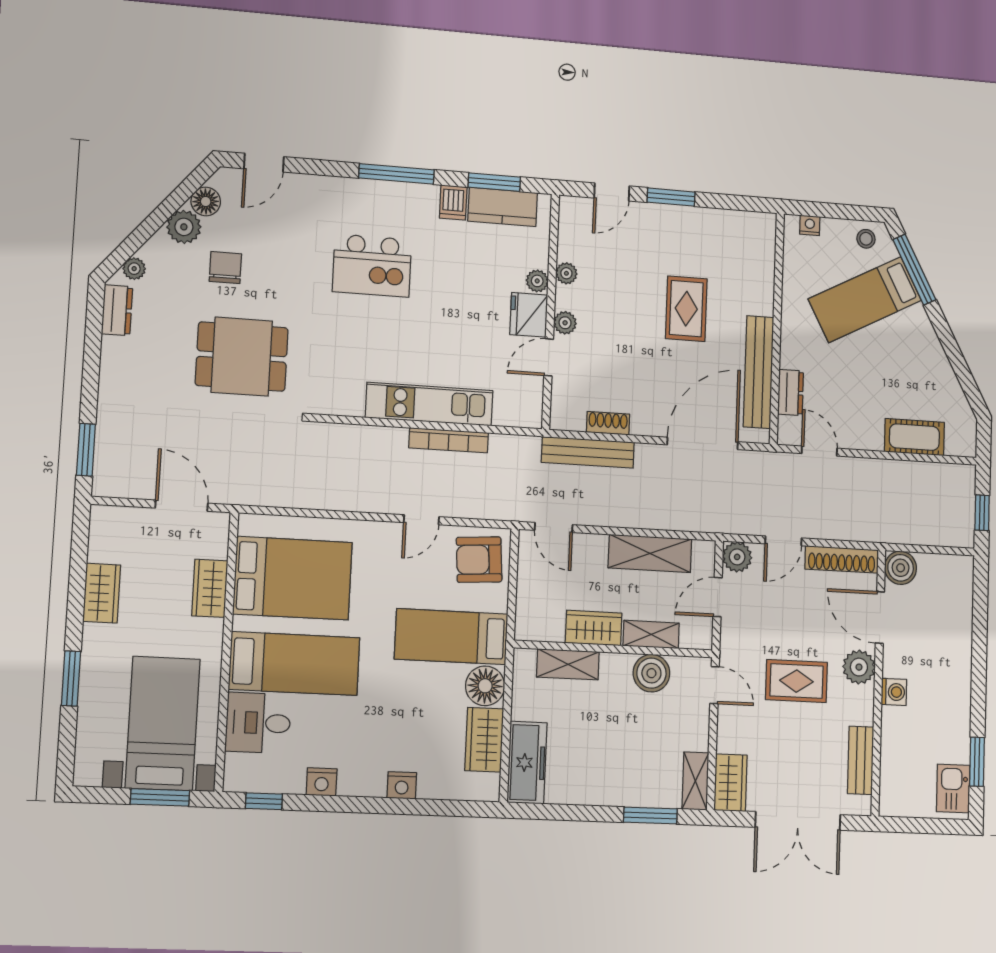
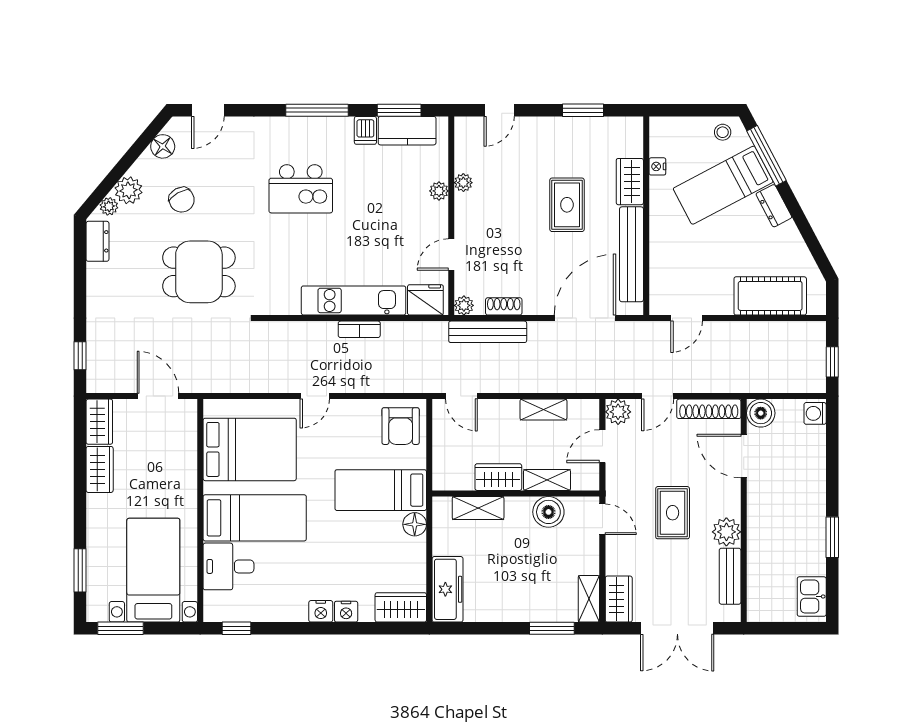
window: (671, 197) -> (583, 110), moved
nightstand: (810, 225) -> (657, 166), moved, turned -90
plant: (184, 227) -> (129, 190), moved
chair: (225, 268) -> (182, 200), turned 151
wardrobe: (759, 287) -> (630, 182), added
fridge: (529, 315) -> (425, 300), moved, turned 90
plant: (565, 323) -> (464, 305), moved
dresser: (791, 393) -> (774, 206), moved, turned 152
cot: (914, 437) -> (770, 296), width x1.37, depth x1.34
bookcase: (449, 440) -> (359, 329), width x0.64
window: (86, 450) -> (80, 356), width x0.67
door: (819, 451) -> (687, 318), swing flipped
door: (421, 520) -> (315, 396), moved
shelving: (650, 553) -> (543, 409), width x0.67, depth x0.75
armchair: (479, 560) -> (401, 426), turned -86
wardrobe: (210, 588) -> (99, 422), moved, turned 180
plant: (859, 667) -> (726, 532), moved
window: (71, 678) -> (80, 570), moved
rug: (796, 681) -> (673, 513), turned 90
floor lamp: (485, 686) -> (415, 524), width x0.73, depth x0.73
washing machine: (894, 692) -> (815, 413), moved, turned 180
wardrobe: (484, 740) -> (401, 607), moved, turned 90
window: (977, 762) -> (832, 537), moved
nightstand: (322, 782) -> (321, 611), moved
window: (160, 797) -> (120, 628), moved

